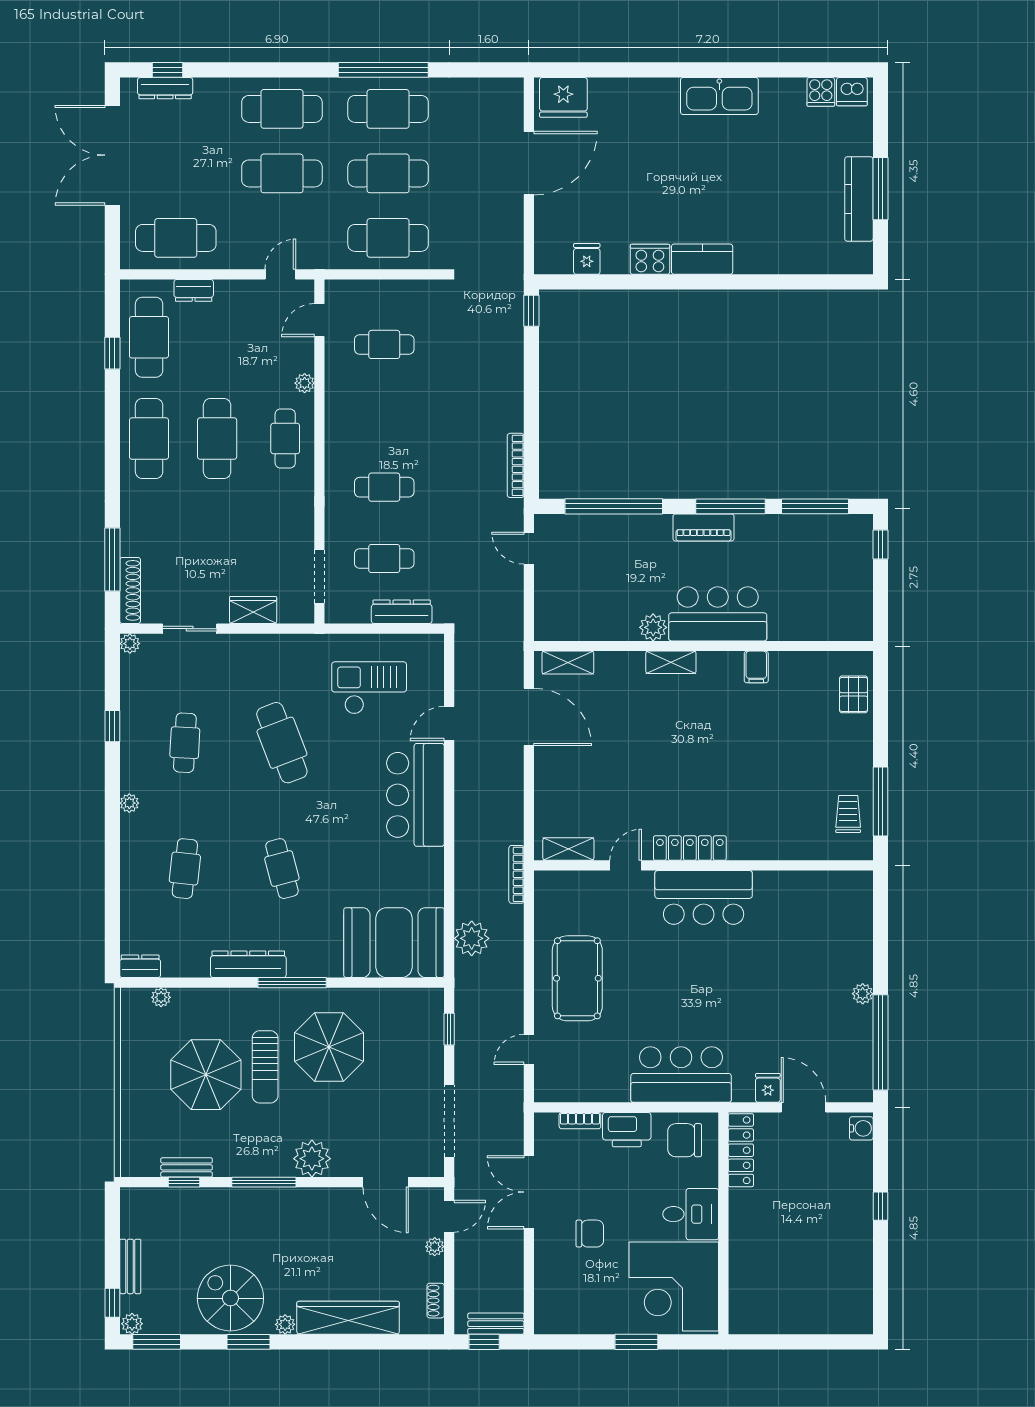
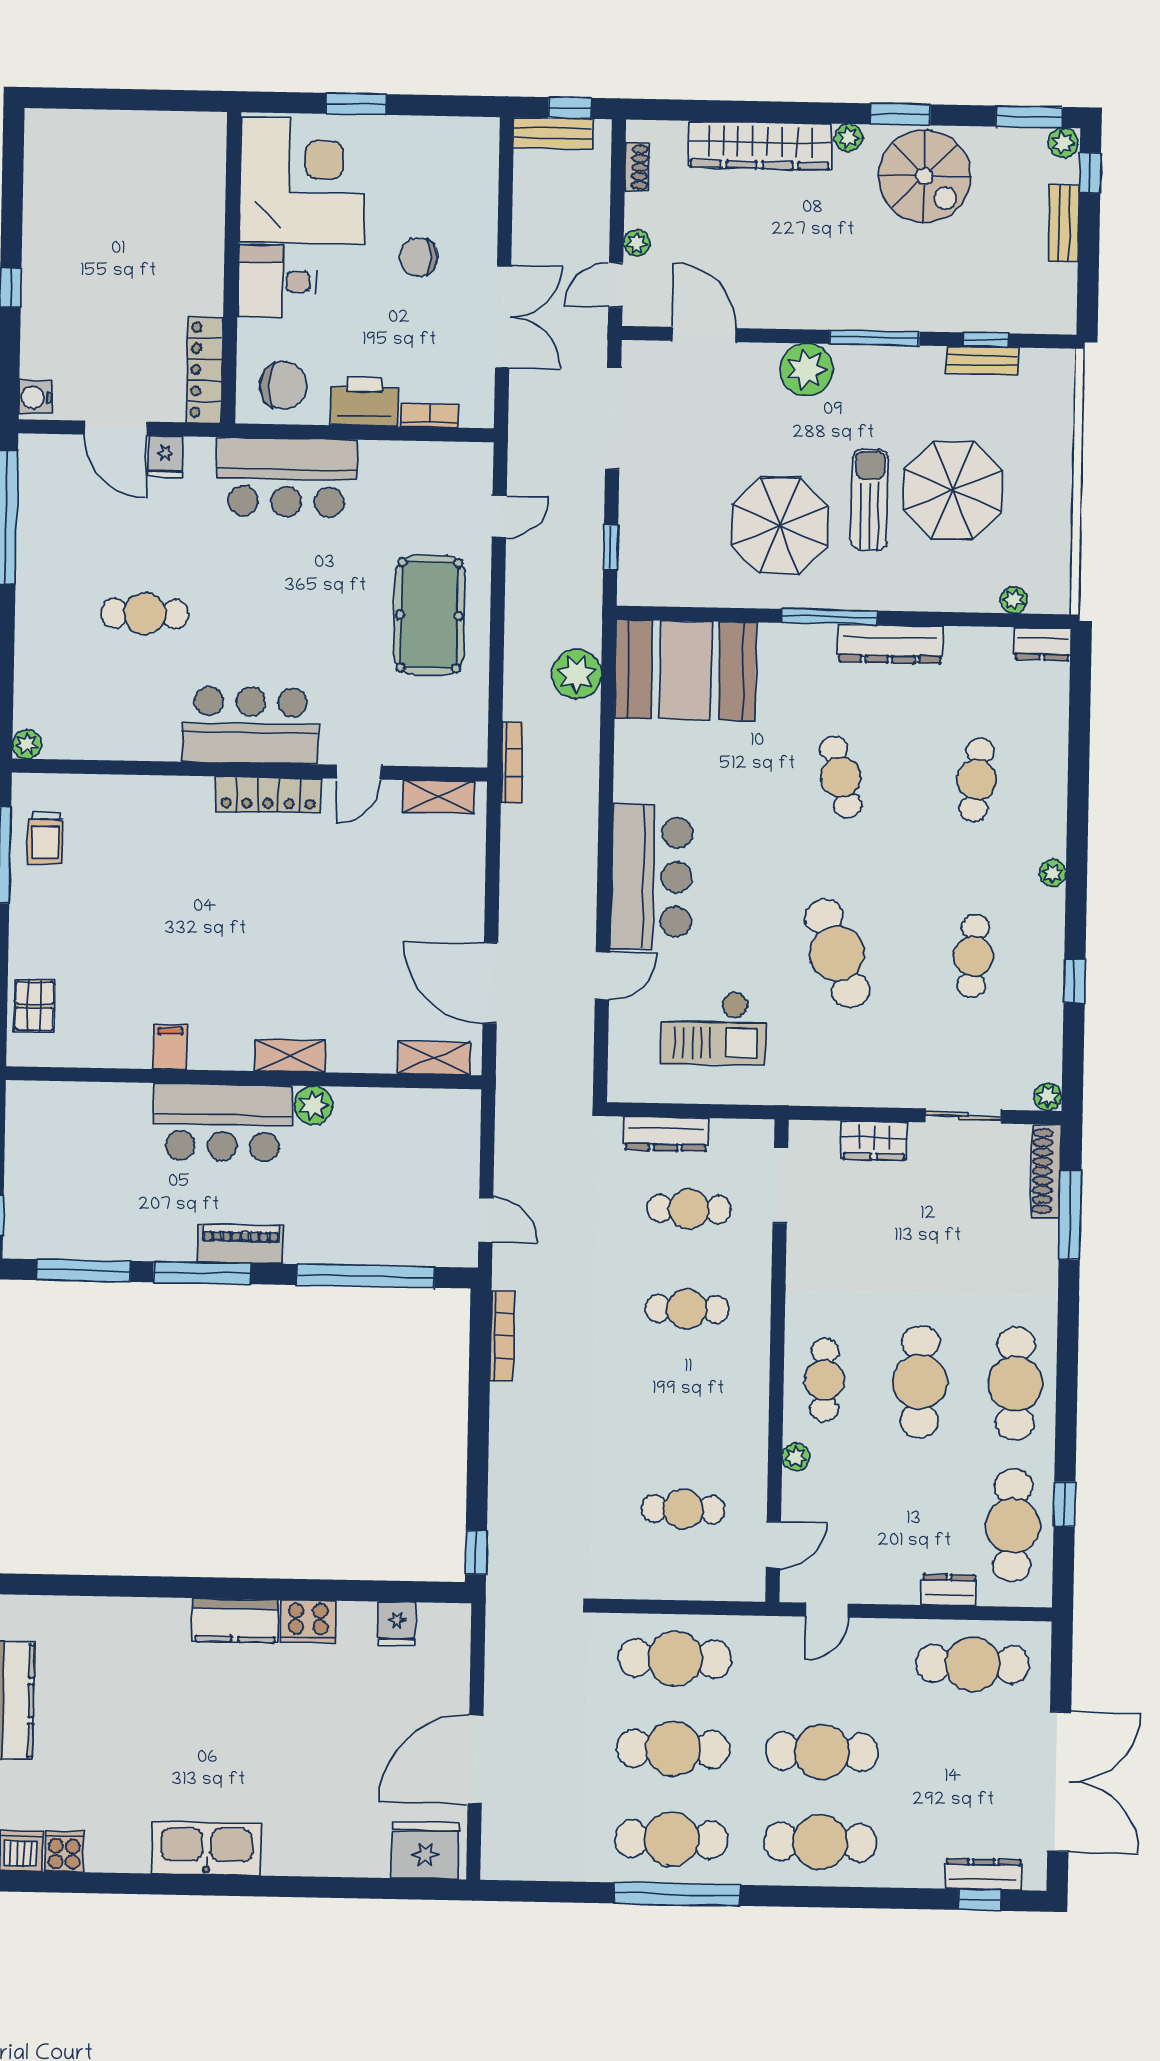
cafe table: (780, 976) -> (145, 614), added
plant: (863, 994) -> (27, 744), moved

